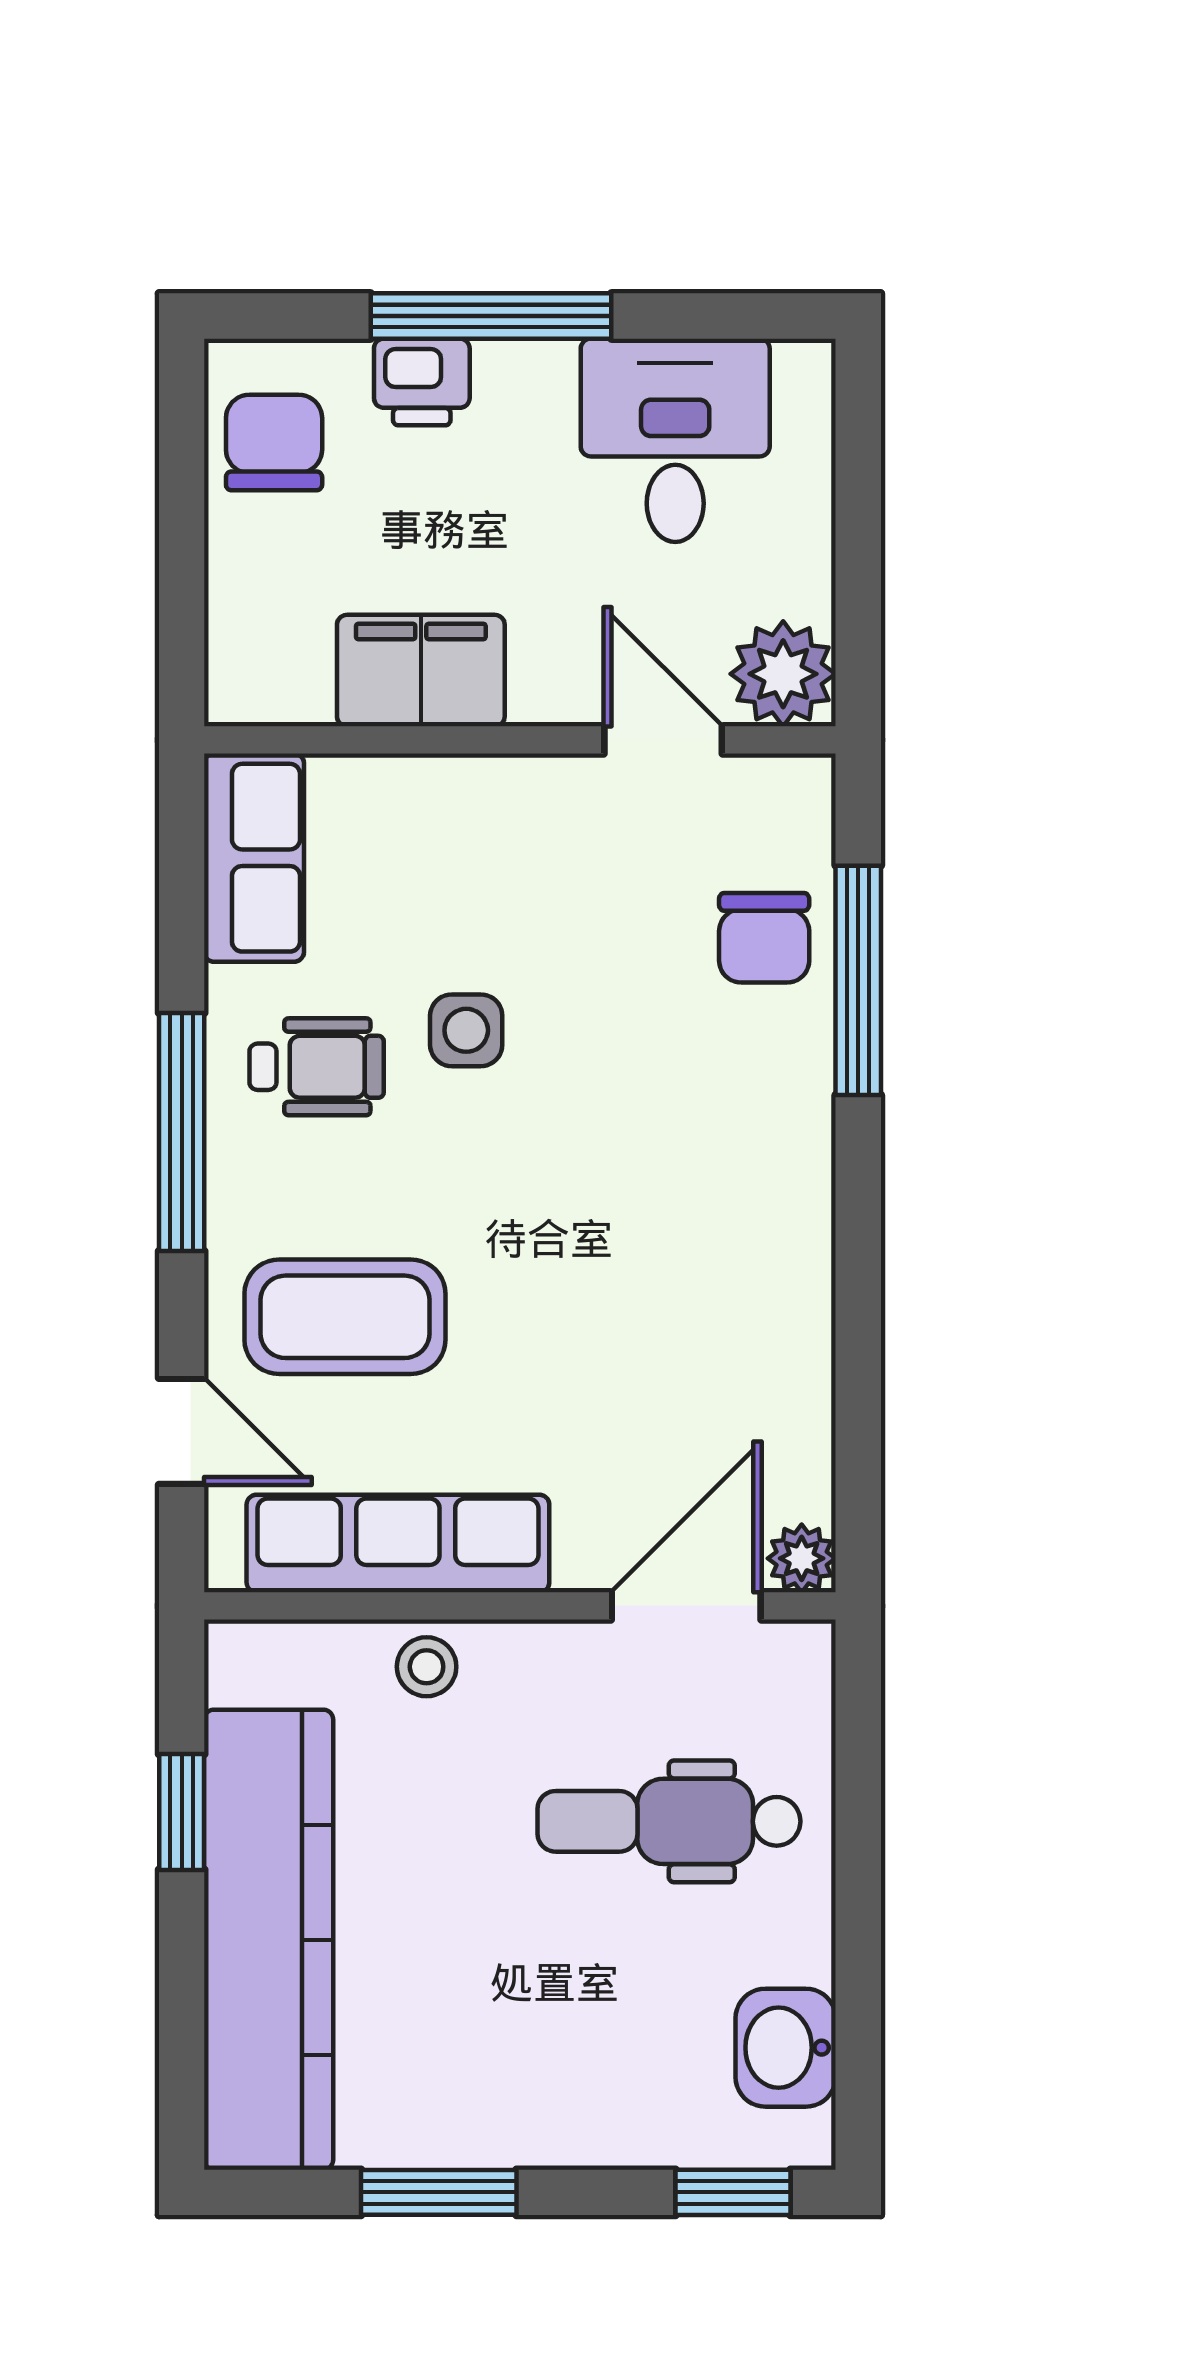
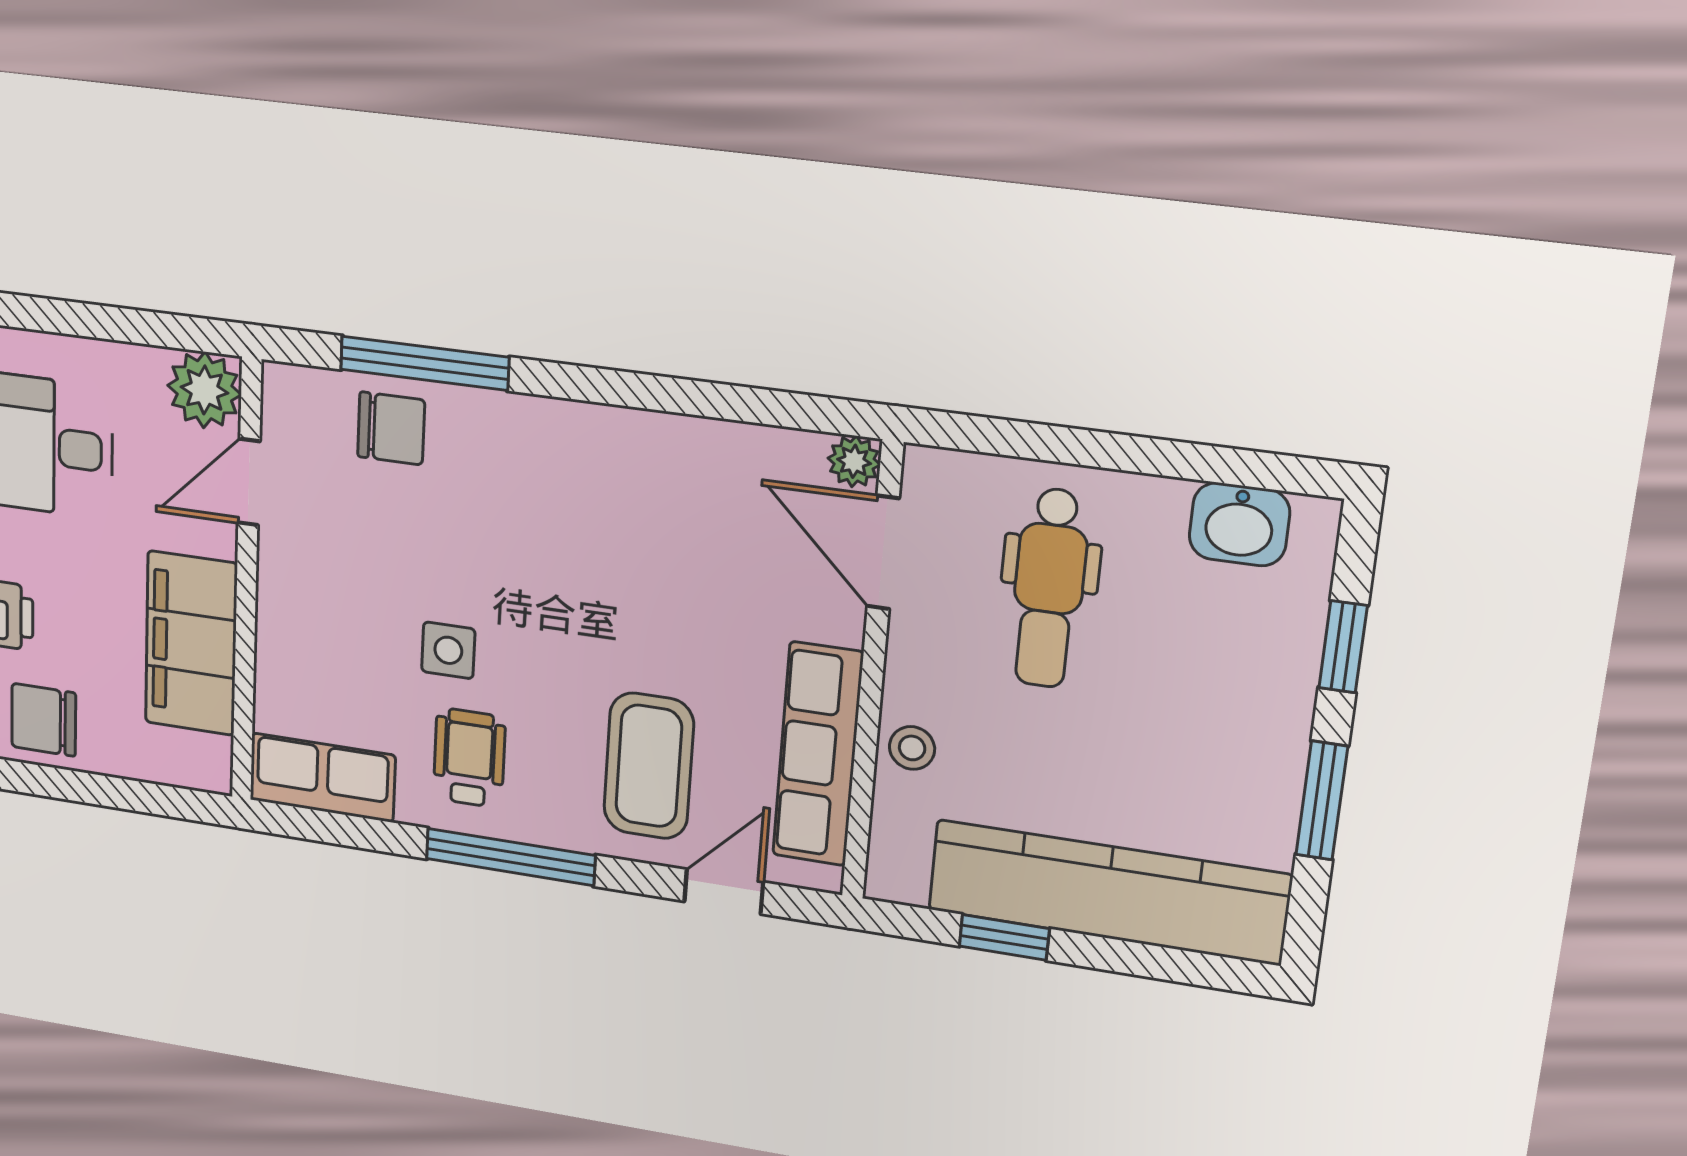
filing cabinet: (421, 671) -> (191, 643), width x1.50, depth x1.17
window: (733, 2192) -> (1343, 647), moved

